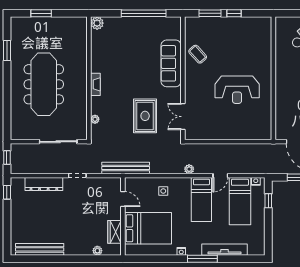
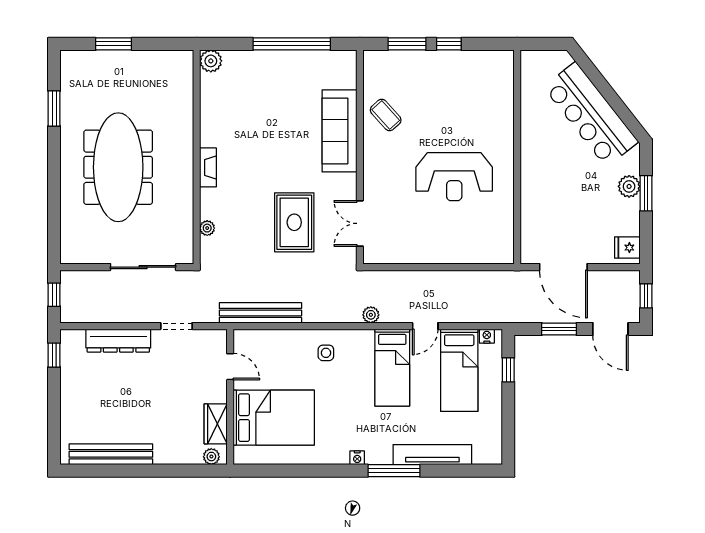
door: (123, 199) -> (230, 367), moved
wall: (123, 216) -> (230, 397), moved
bed: (148, 228) -> (274, 418), moved
wardrobe: (115, 232) -> (216, 424), moved

